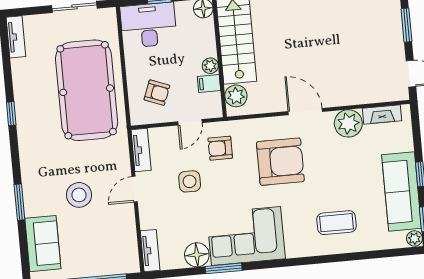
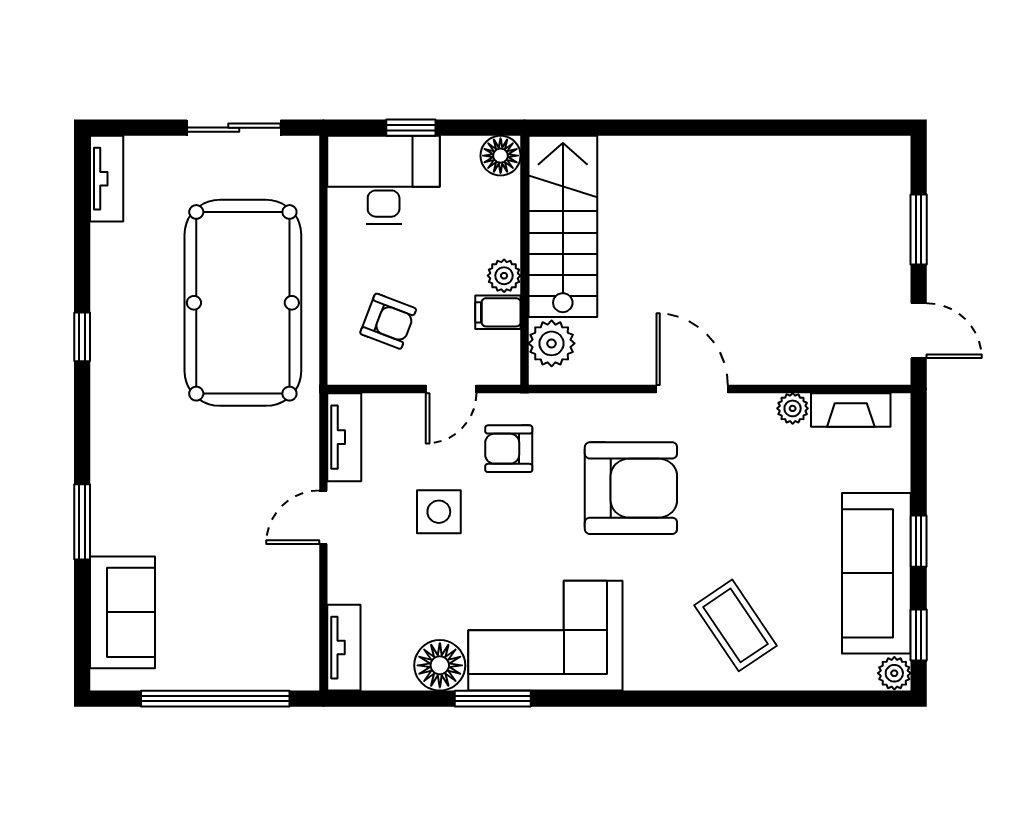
plant: (348, 123) -> (793, 408), width x0.53, depth x0.53
stool: (79, 195) -> (207, 518), removed
coffee table: (336, 223) -> (736, 625), turned 56

